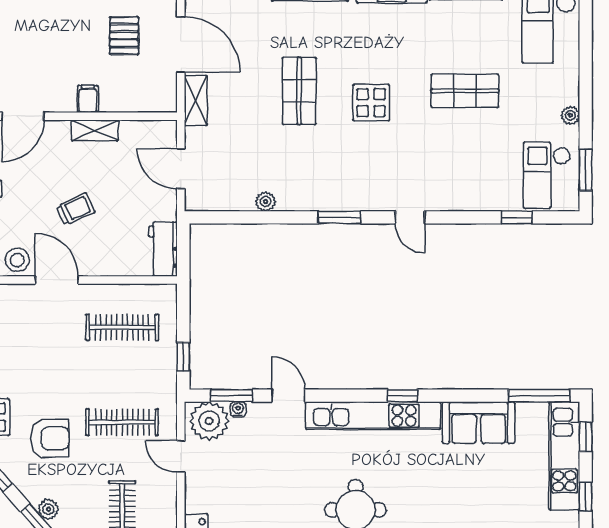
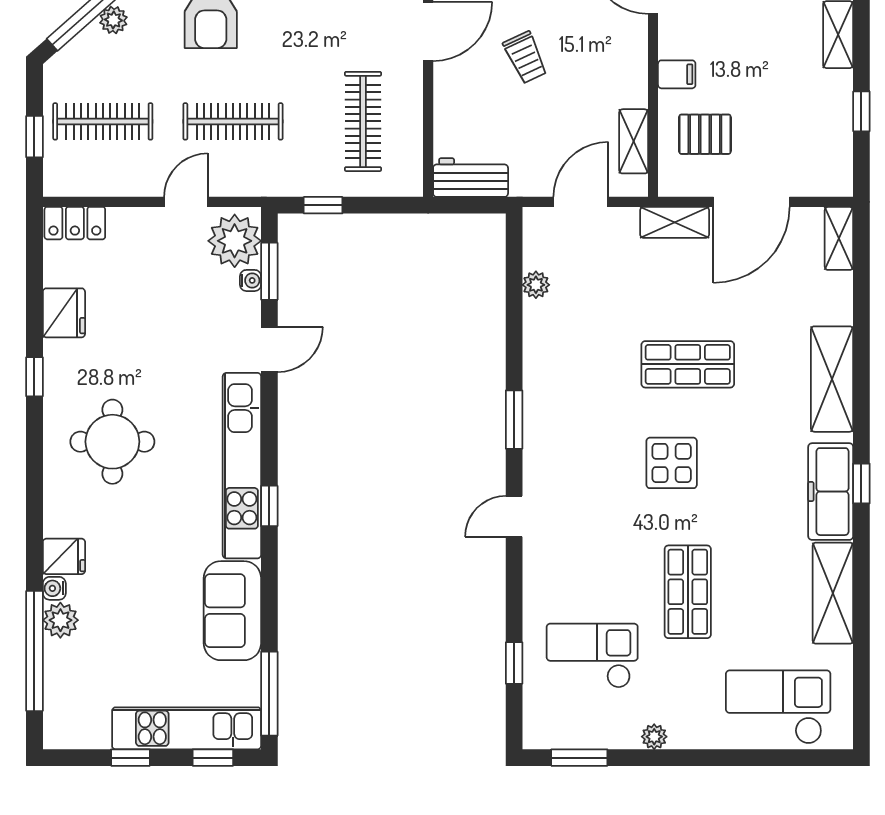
pallet: (124, 36) -> (705, 134), moved
shelving: (95, 130) -> (634, 141), moved
checkout: (547, 175) -> (592, 656), moved
plant: (266, 201) -> (536, 285), moved
clothes rail: (122, 422) -> (233, 121), turned 90

